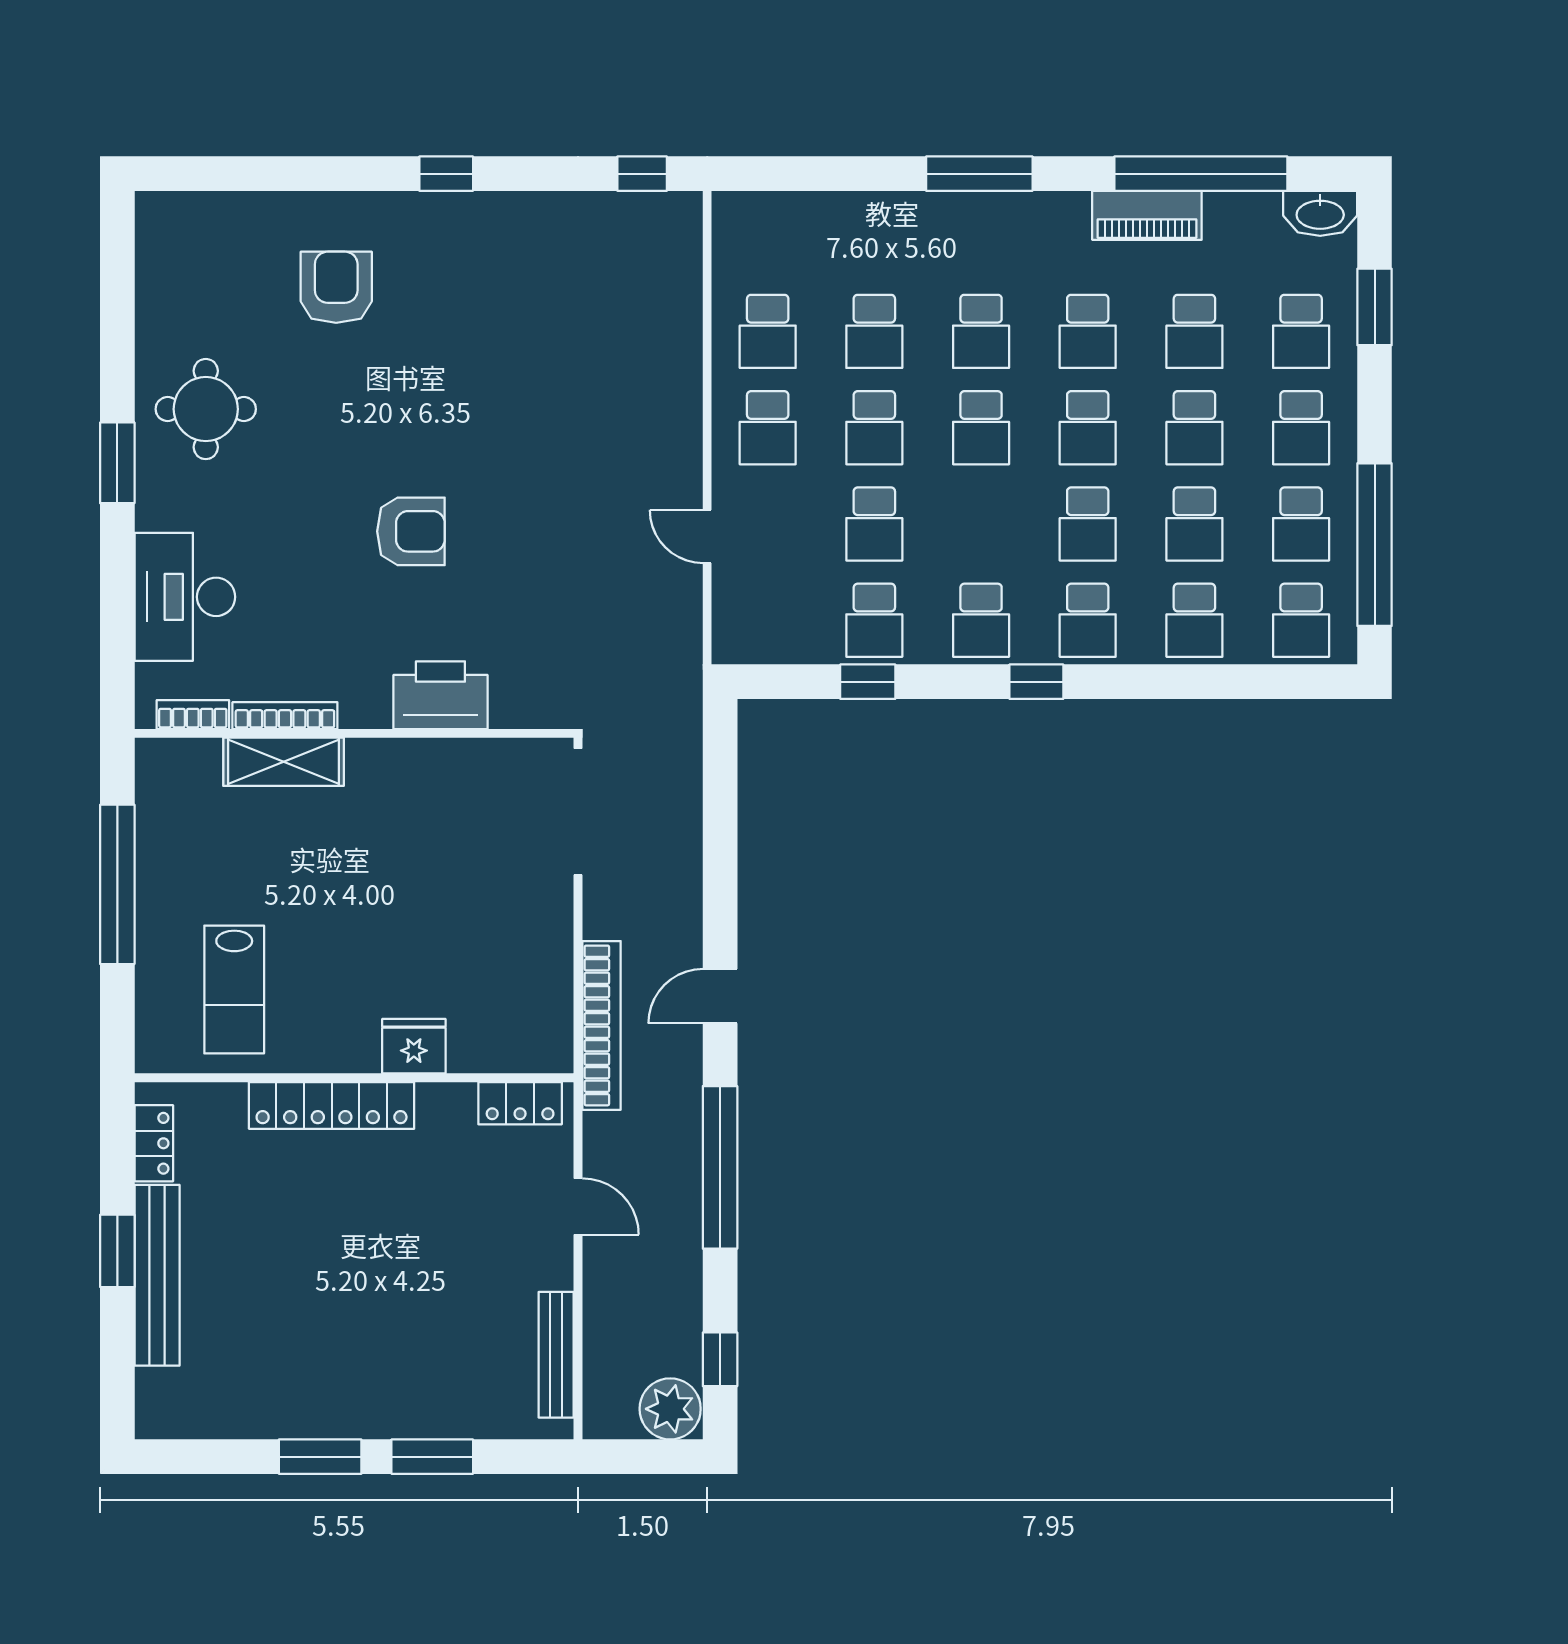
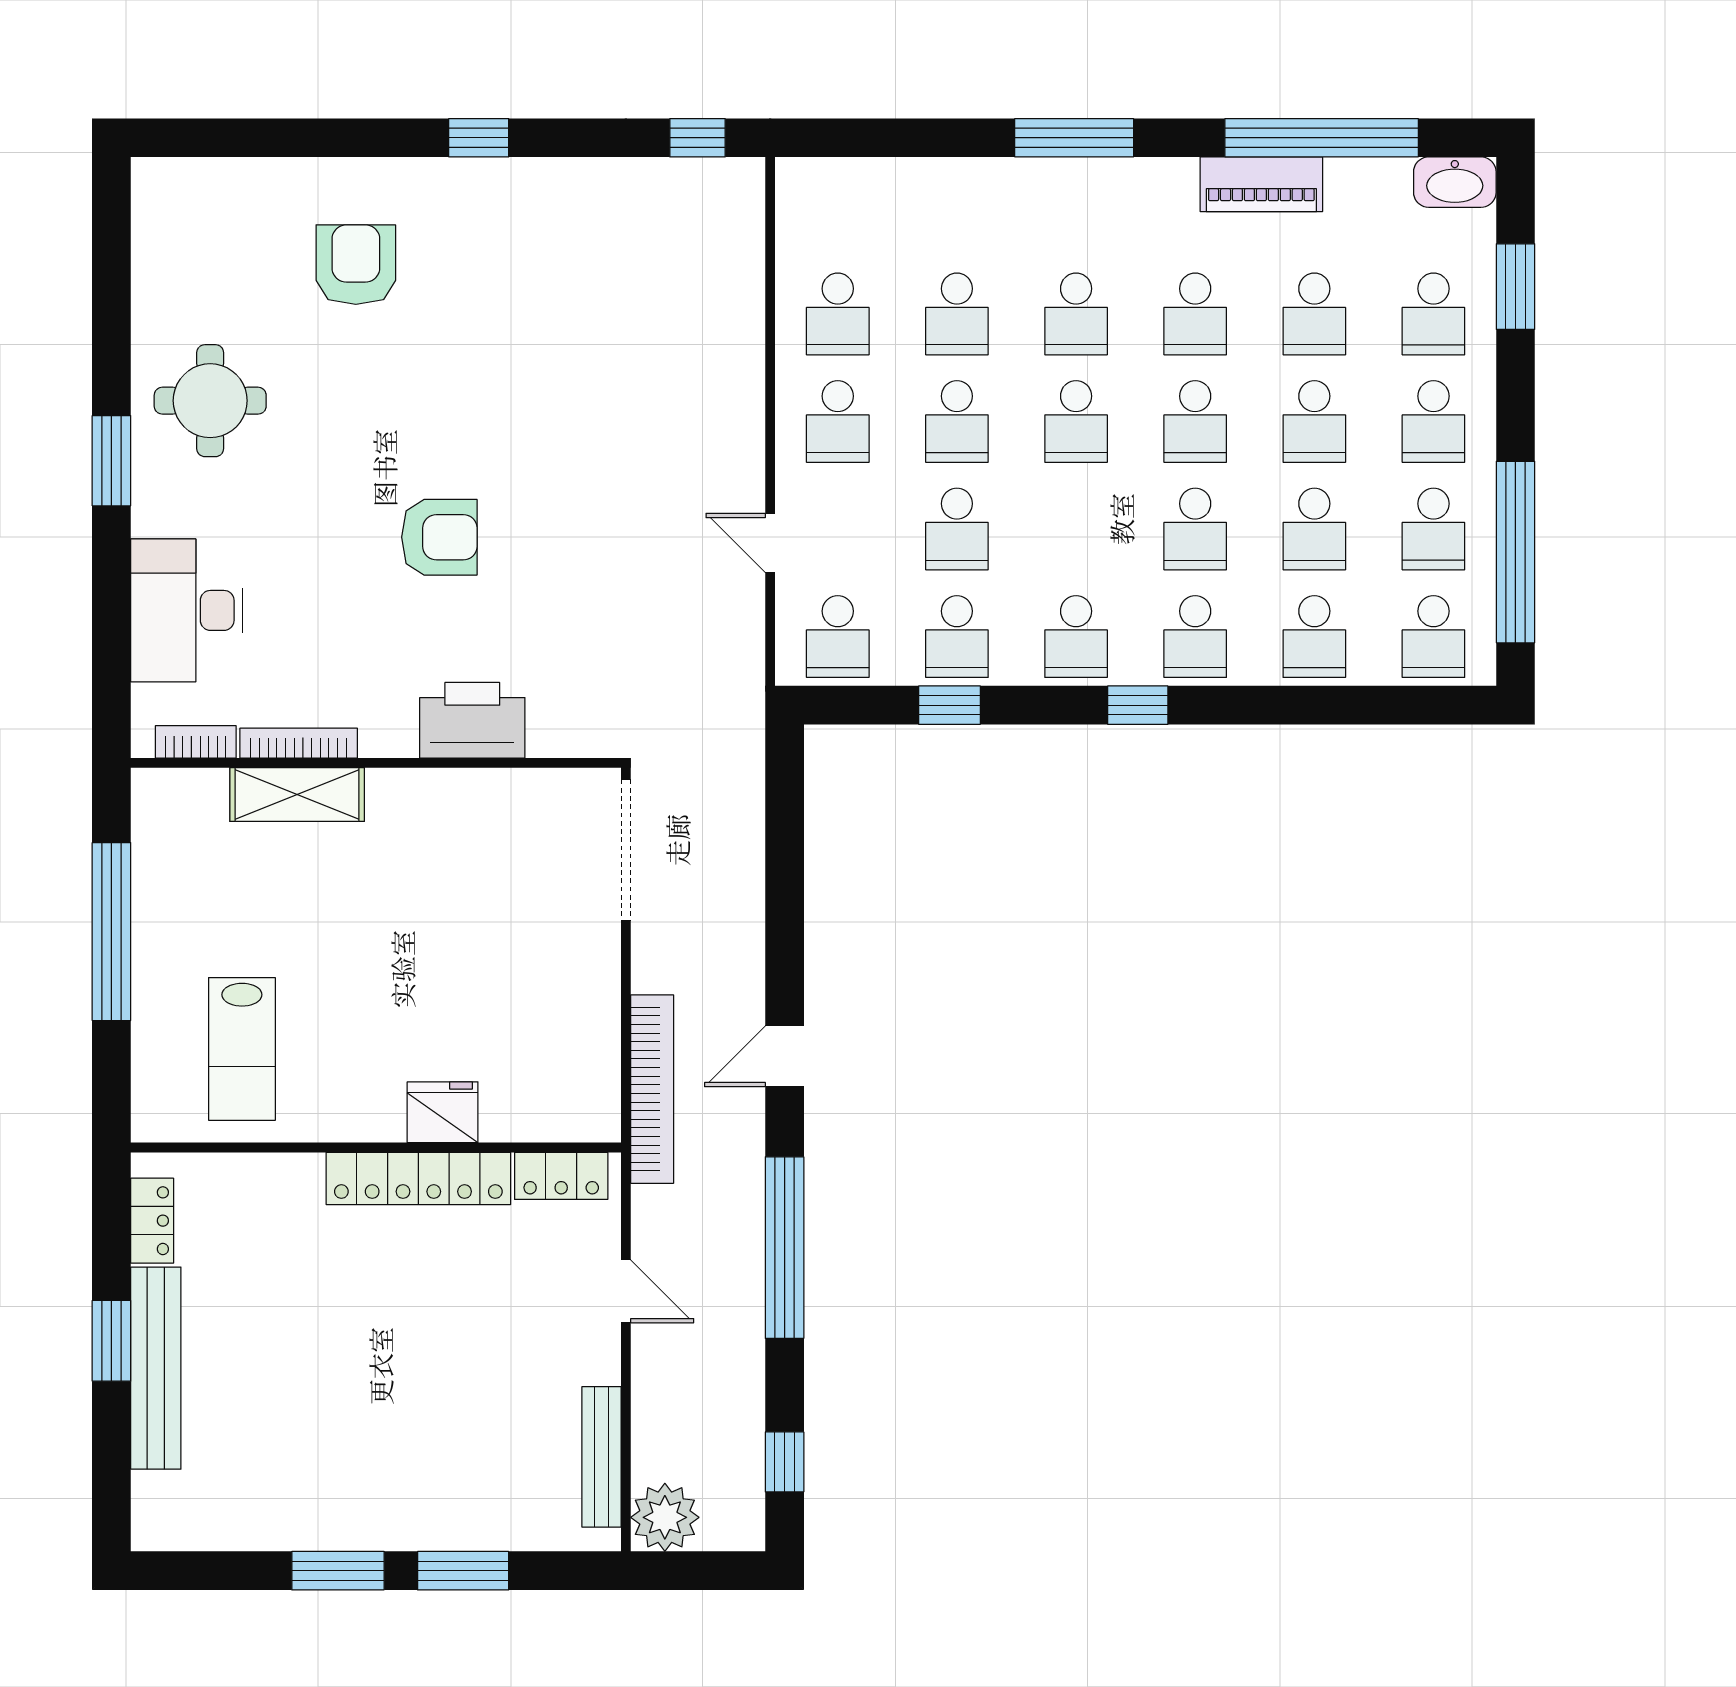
school desk: (768, 620) -> (838, 637), added
locker: (332, 1105) -> (418, 1178), moved
plant: (670, 1409) -> (665, 1517), moved

